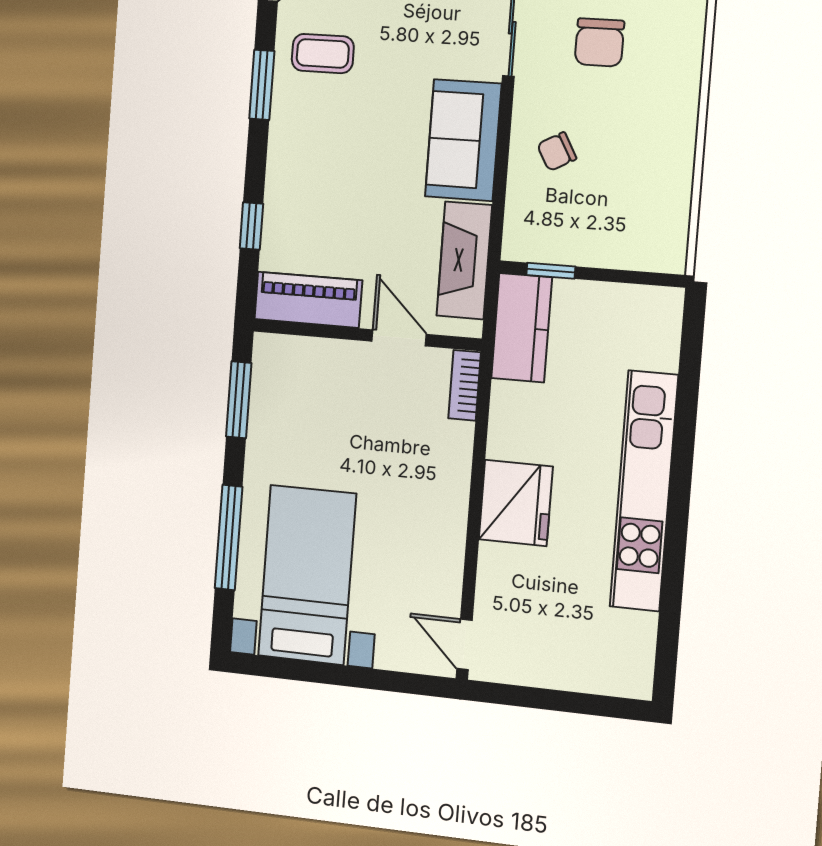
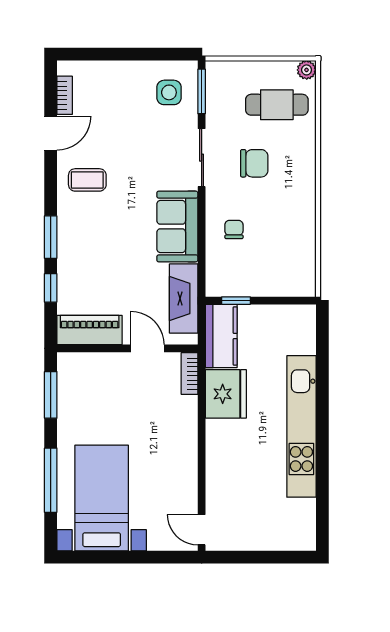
chair: (599, 42) -> (254, 163), turned -90
window: (262, 85) -> (51, 237), moved
chair: (557, 152) -> (234, 229), turned 119
fridge: (516, 503) -> (226, 394), moved

